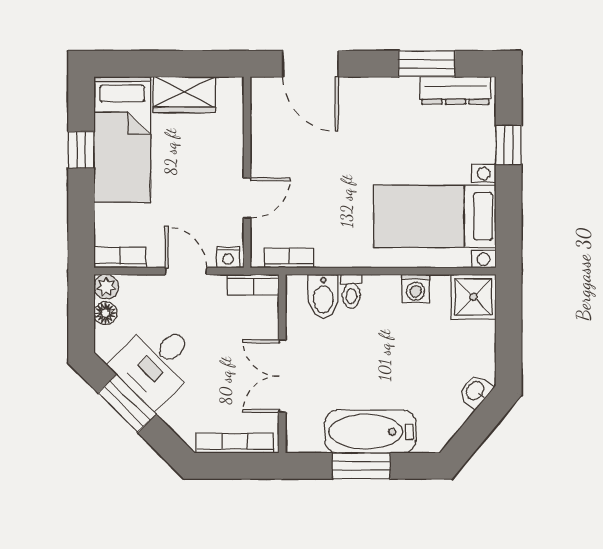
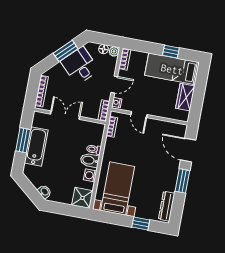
door: (311, 64) -> (188, 150), hinge flipped
window: (427, 64) -> (182, 181), moved
bidet: (323, 296) -> (90, 160), moved

